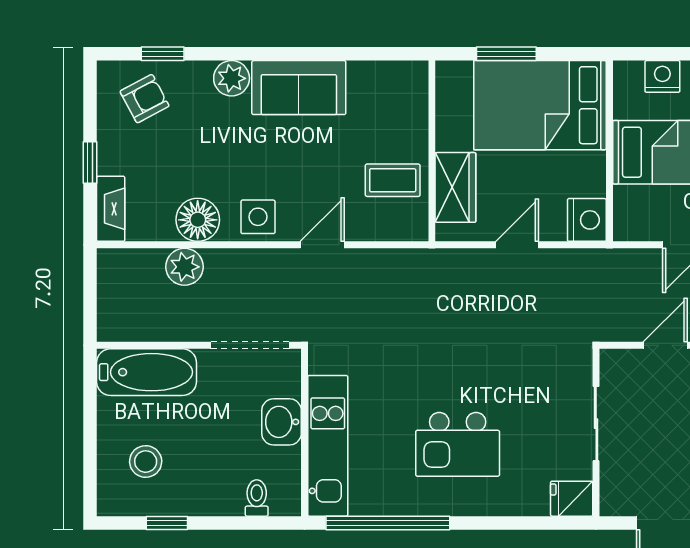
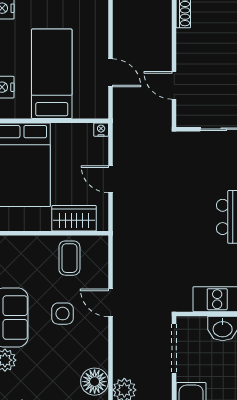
side table: (258, 217) -> (63, 314), moved
nightstand: (587, 220) -> (101, 130), width x0.53, depth x0.56

